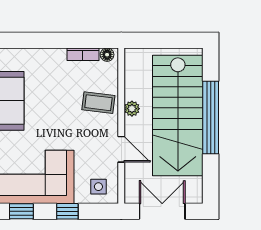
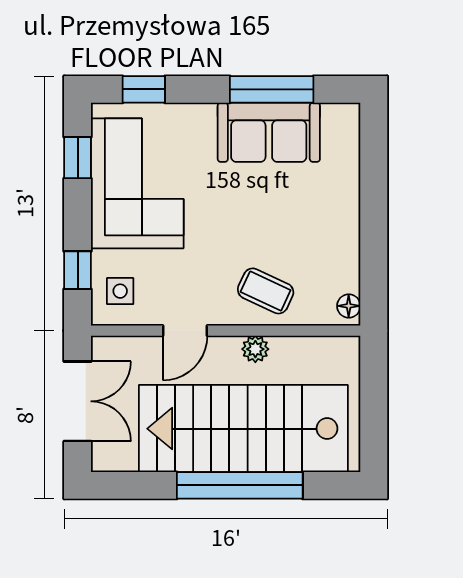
bookcase: (83, 54) -> (349, 264), removed
coffee table: (98, 103) -> (266, 291), turned -72
window: (67, 211) -> (78, 270), moved

